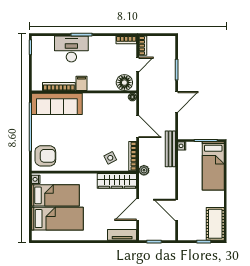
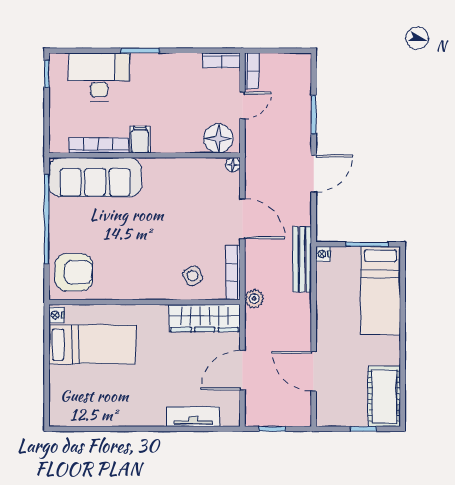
desk: (71, 49) -> (99, 77), moved
bed: (57, 219) -> (96, 387), removed
tv unit: (122, 235) -> (193, 417), moved

